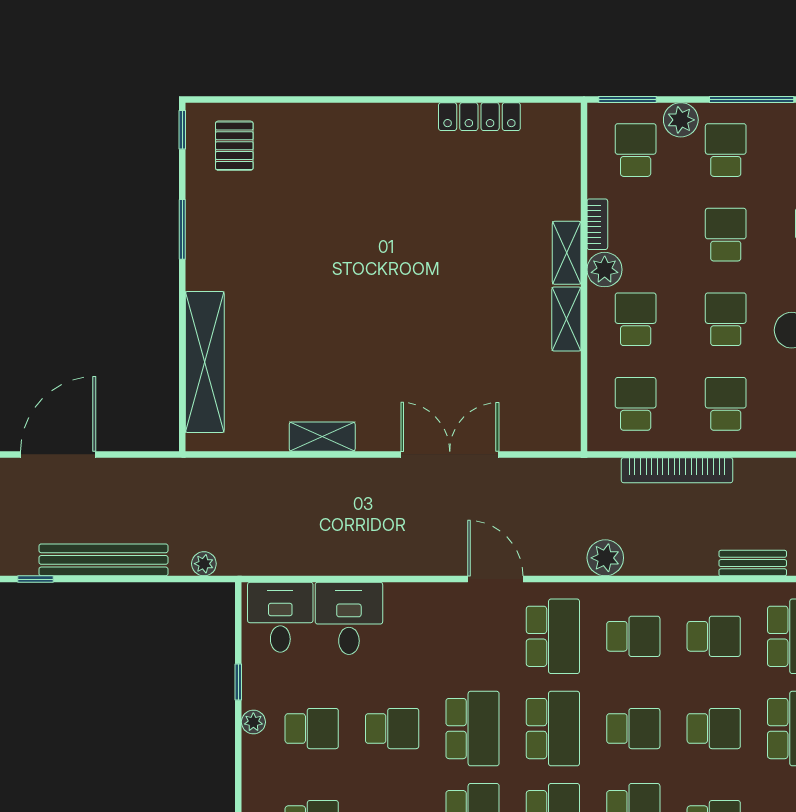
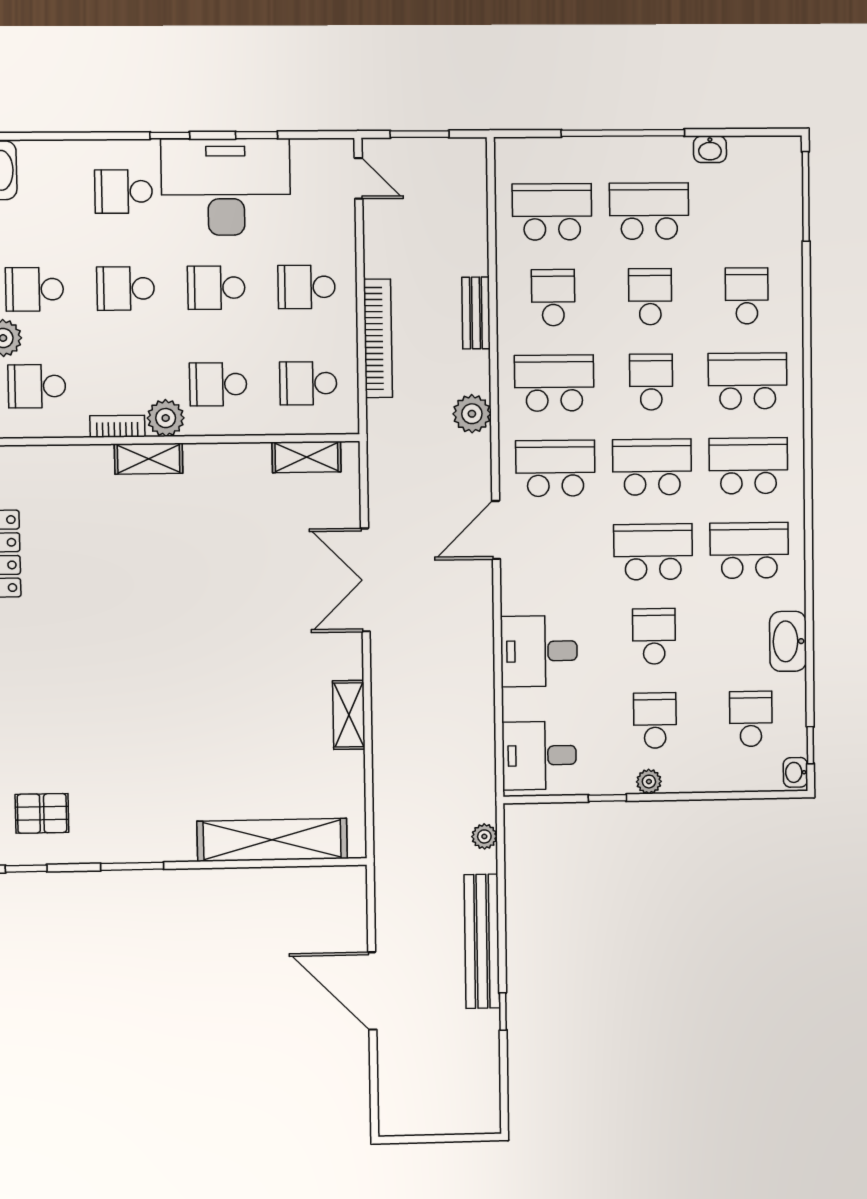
shelving: (566, 319) -> (306, 457), moved
bench: (753, 563) -> (476, 313), moved
desk: (349, 618) -> (539, 651), moved
school desk: (633, 636) -> (554, 383), width x1.85

